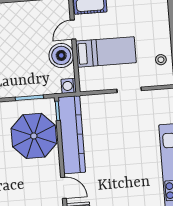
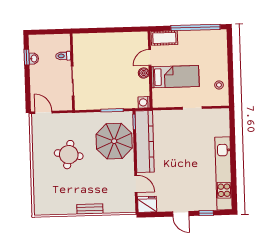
boiler: (61, 55) -> (144, 73), width x0.54, depth x0.54

